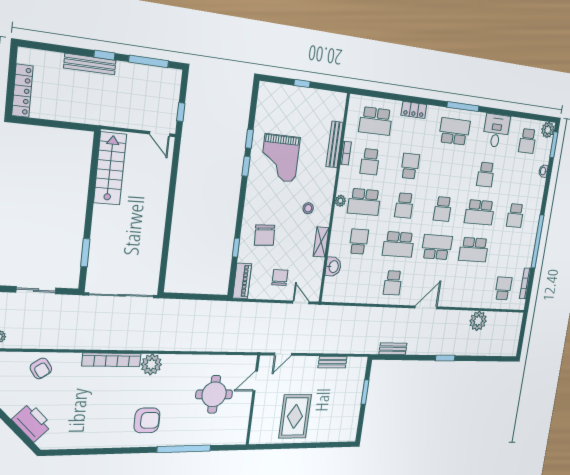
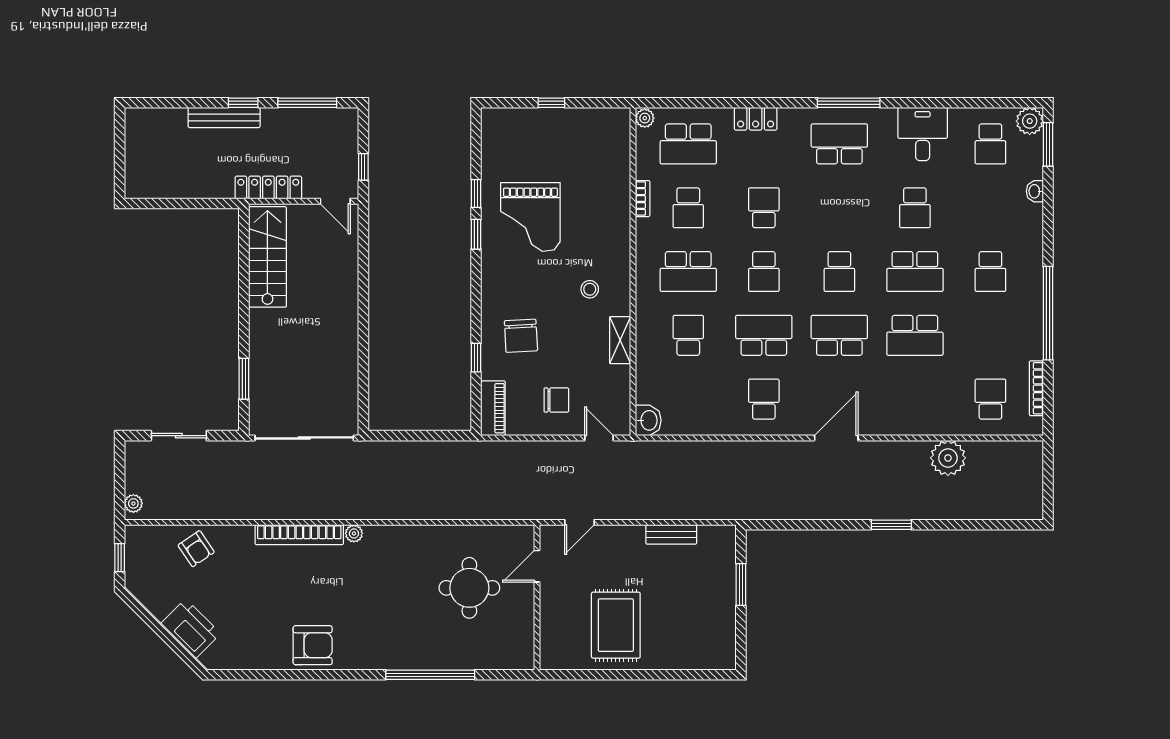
locker: (22, 91) -> (268, 187), moved, turned -90
bench: (335, 144) -> (621, 187), removed
plant: (340, 201) -> (645, 118), moved
school desk: (398, 244) -> (764, 335), turned 180
washbasin: (333, 267) -> (648, 420), moved
chair: (280, 277) -> (556, 400), turned 90
school desk: (393, 283) -> (764, 399), turned 180
bench: (393, 349) -> (783, 510), removed
plant: (151, 364) -> (354, 533), width x0.53, depth x0.53
armchair: (147, 420) -> (313, 645), moved

